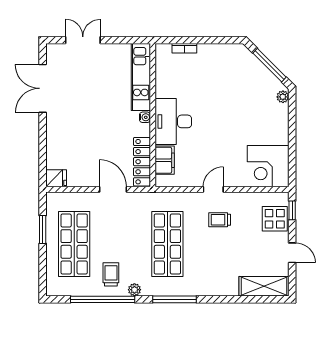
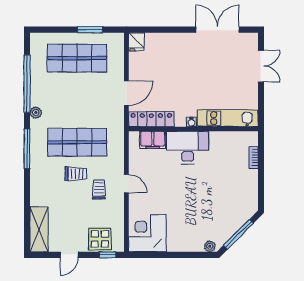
trolley: (111, 274) -> (76, 174), moved

